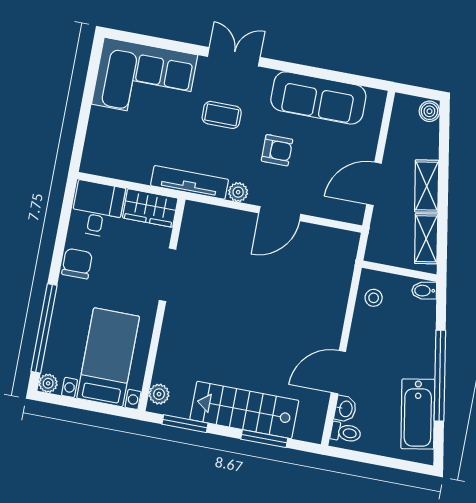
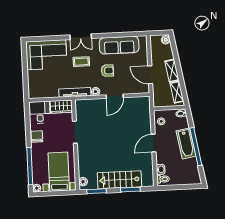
double door: (234, 57) -> (81, 37), swing flipped
door: (374, 184) -> (150, 75), hinge flipped
door: (338, 372) -> (154, 143), moved
bathtub: (418, 414) -> (186, 143), moved

